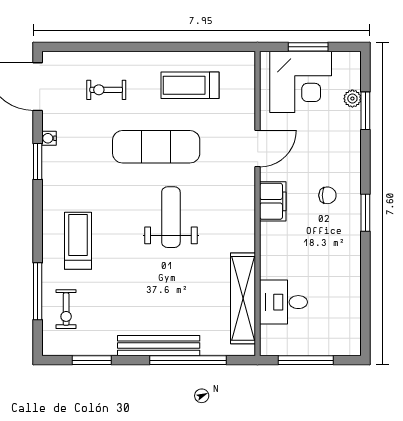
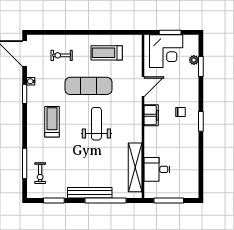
treadmill: (78, 241) -> (52, 122), moved

